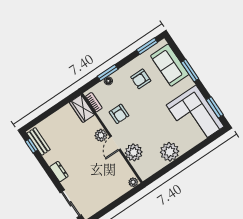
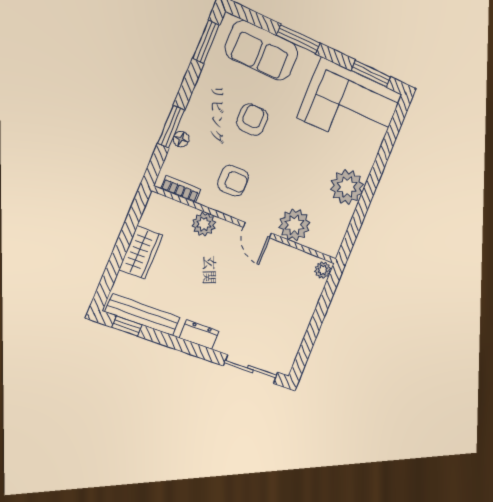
armchair: (141, 79) -> (252, 120), moved, turned 180
wardrobe: (82, 109) -> (141, 252), moved, turned -90
plant: (101, 135) -> (204, 224), moved
bench: (39, 141) -> (143, 315), width x1.36

